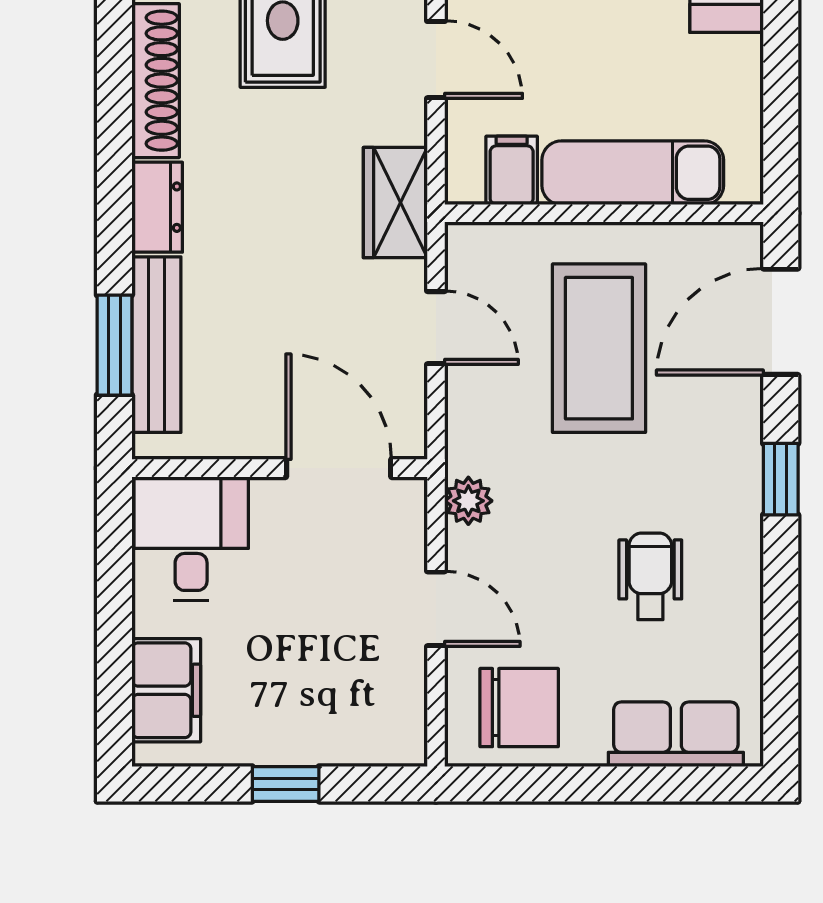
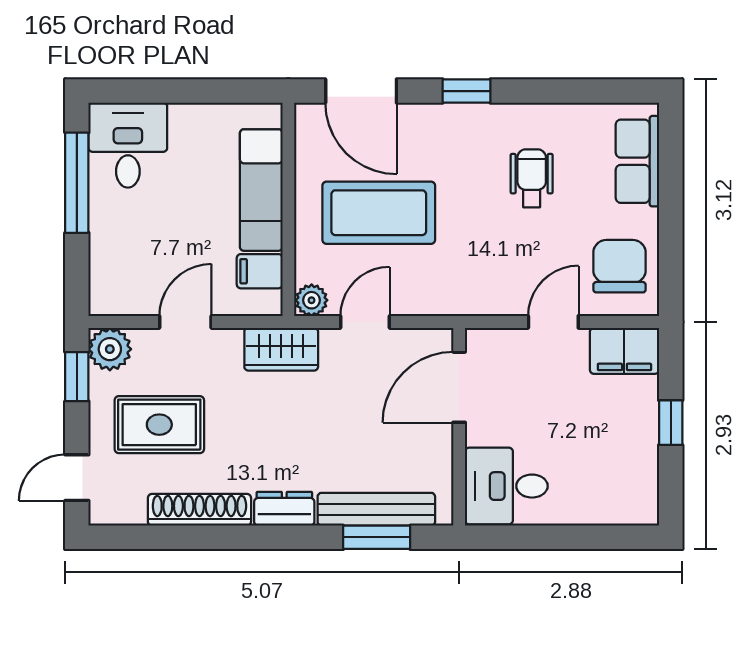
plant: (468, 501) -> (312, 300), moved
wheelchair: (650, 576) -> (532, 178), turned 90
filing cabinet: (166, 690) -> (624, 351), moved, turned 180

